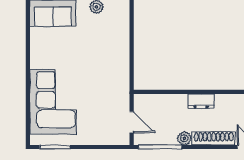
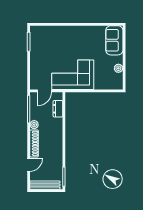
dresser: (201, 101) -> (58, 109), moved
corner sofa: (53, 102) -> (73, 75), moved, turned 180

